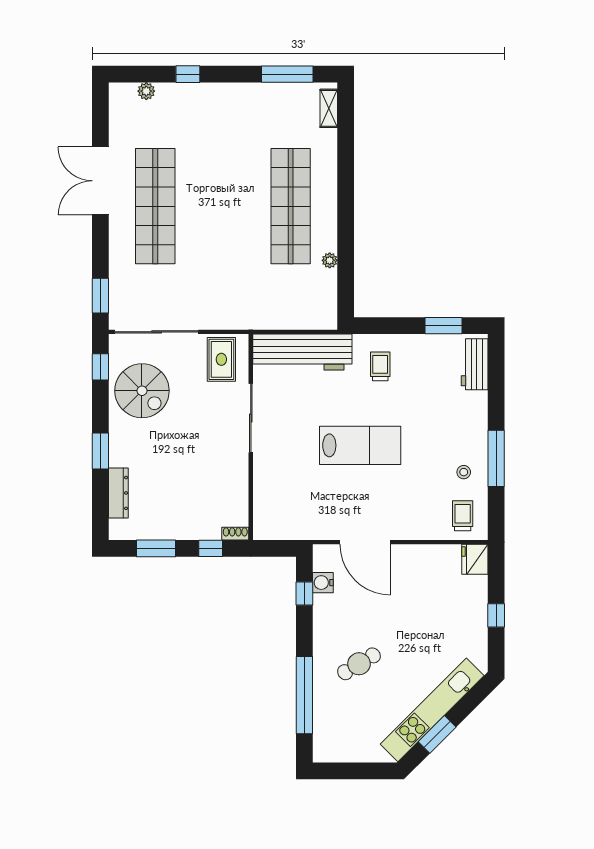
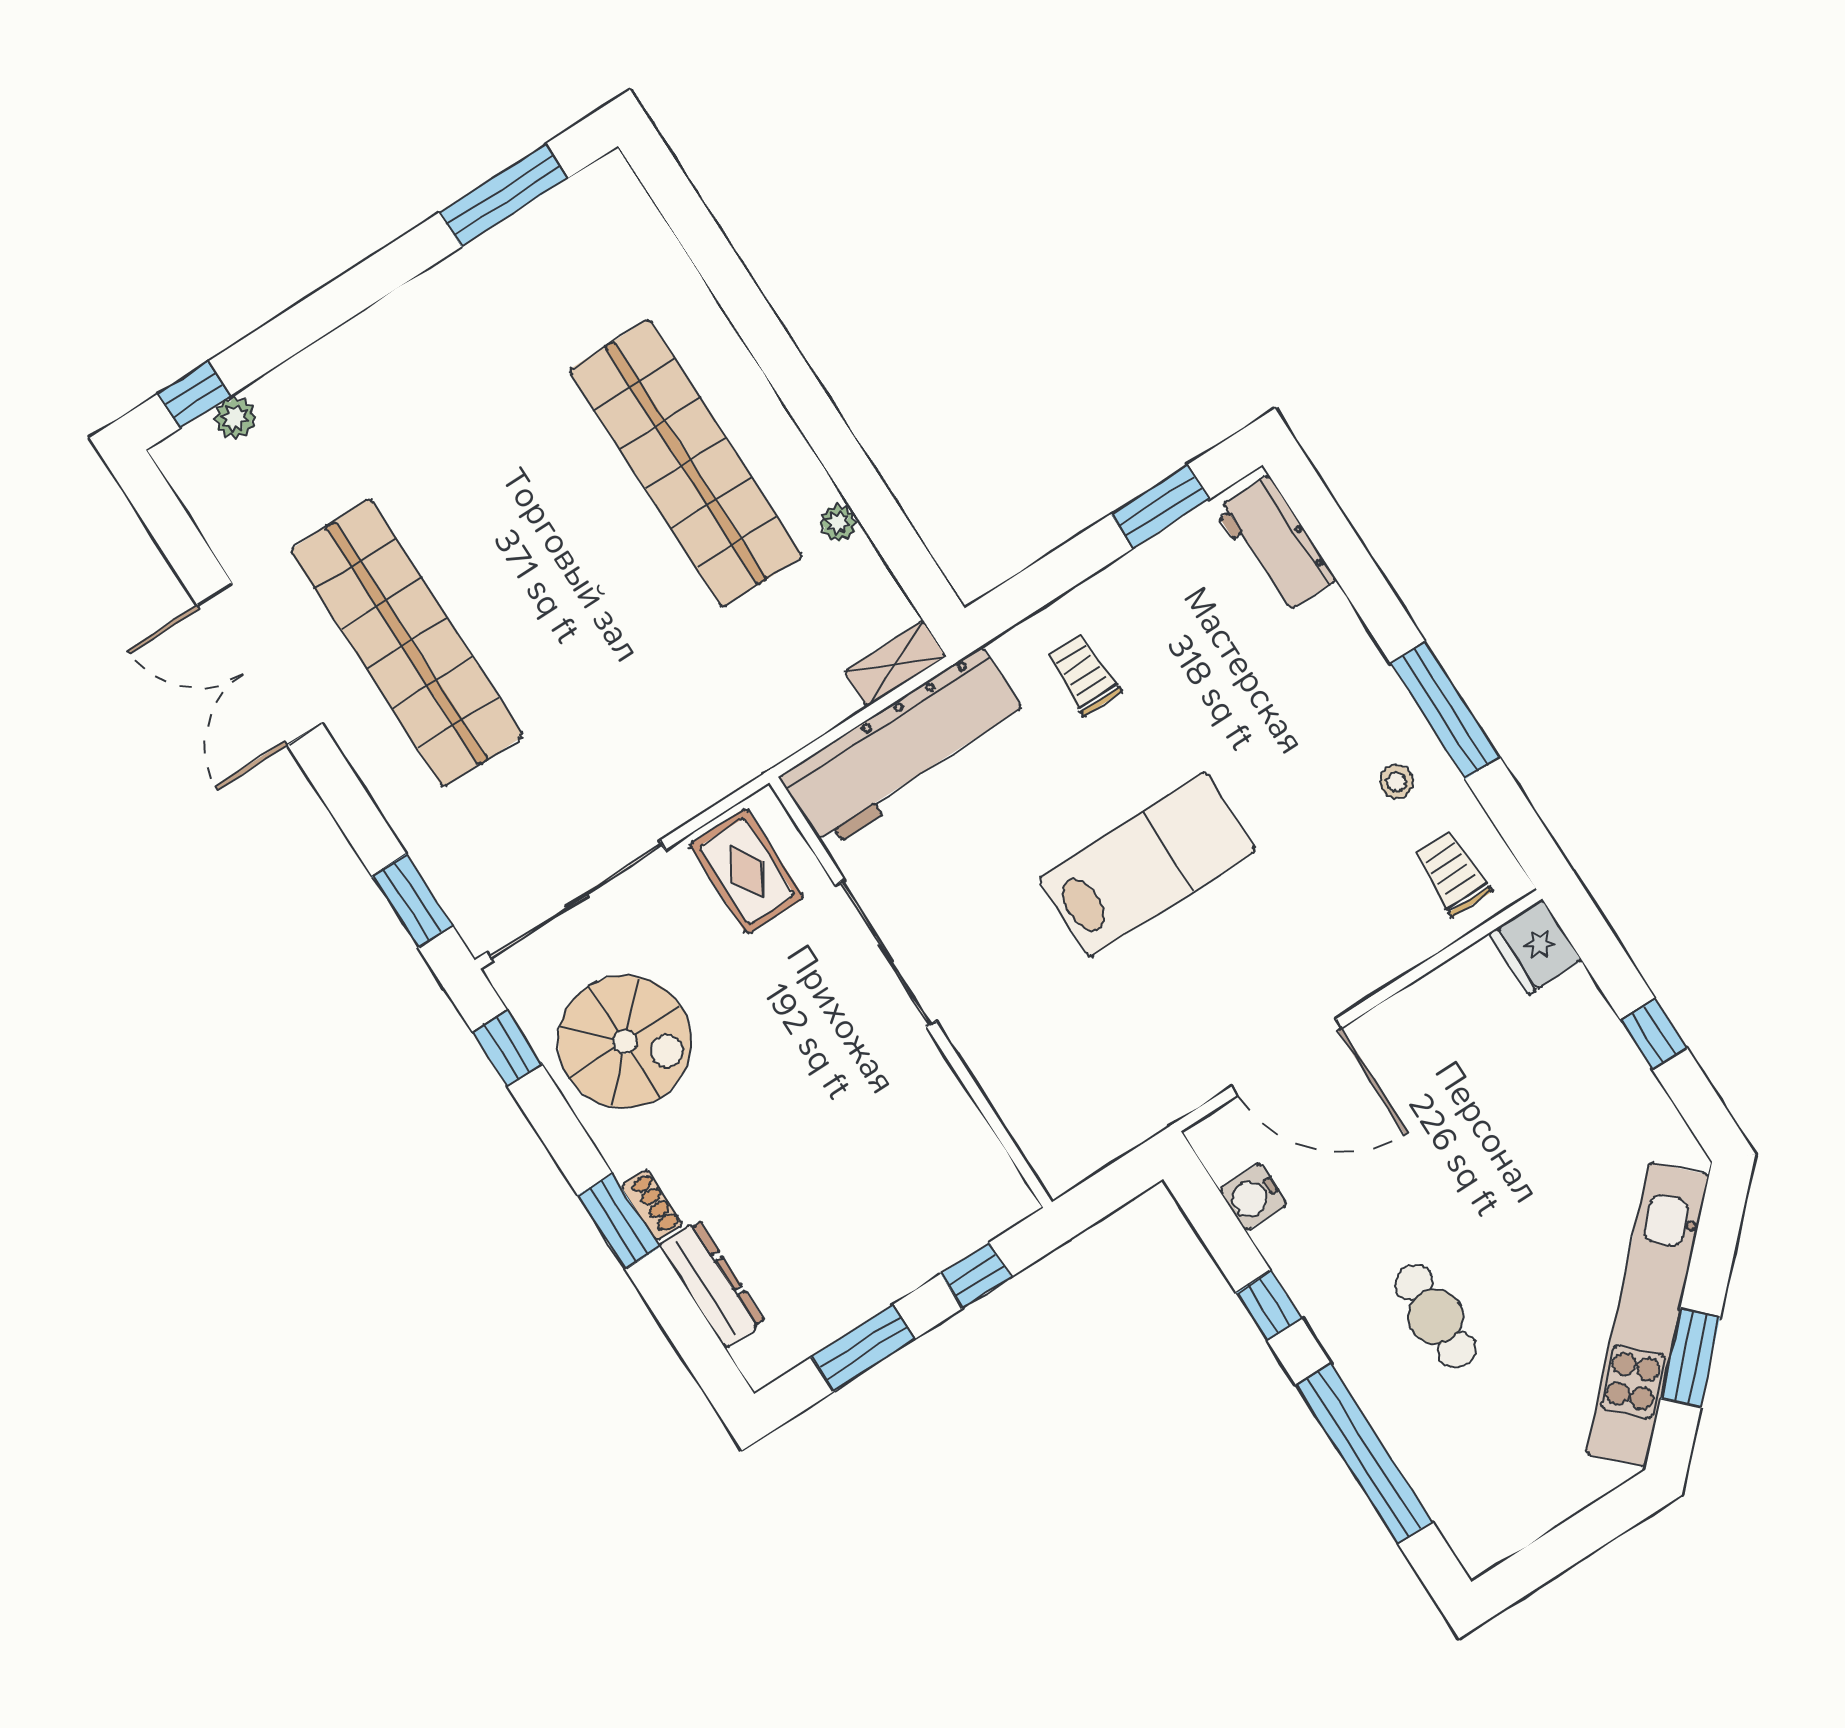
window: (188, 74) -> (194, 395), moved
shelving: (329, 108) -> (895, 664), moved, turned 90
shoe rack: (235, 534) -> (652, 1205), moved, turned 90
window: (304, 593) -> (1269, 1306), moved
cafe table: (359, 664) -> (1435, 1316), turned -59

